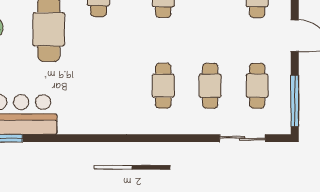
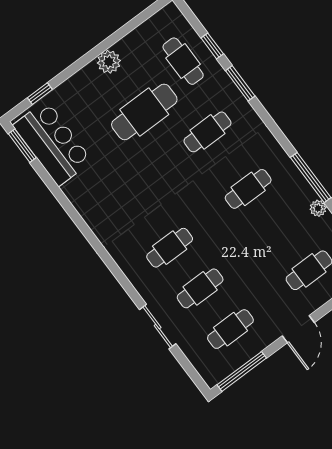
sliding door: (242, 138) -> (158, 327), moved

